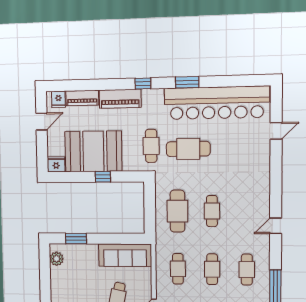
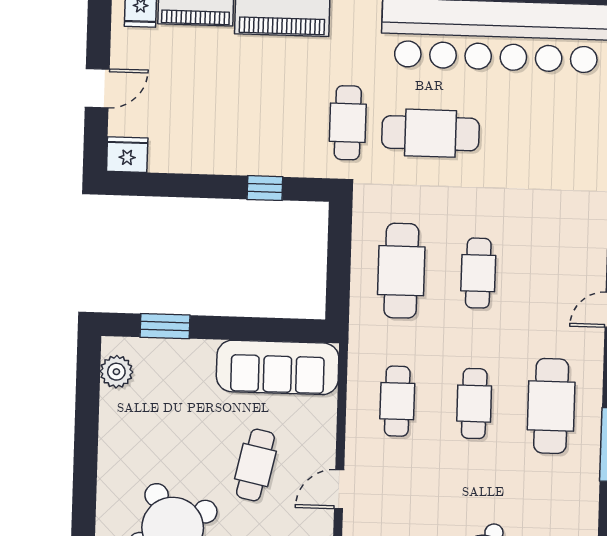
door: (41, 122) -> (97, 88), moved
booth: (93, 151) -> (216, 129), removed
window: (103, 177) -> (265, 188), moved
cafe table: (247, 270) -> (551, 406), width x1.37, depth x1.35

